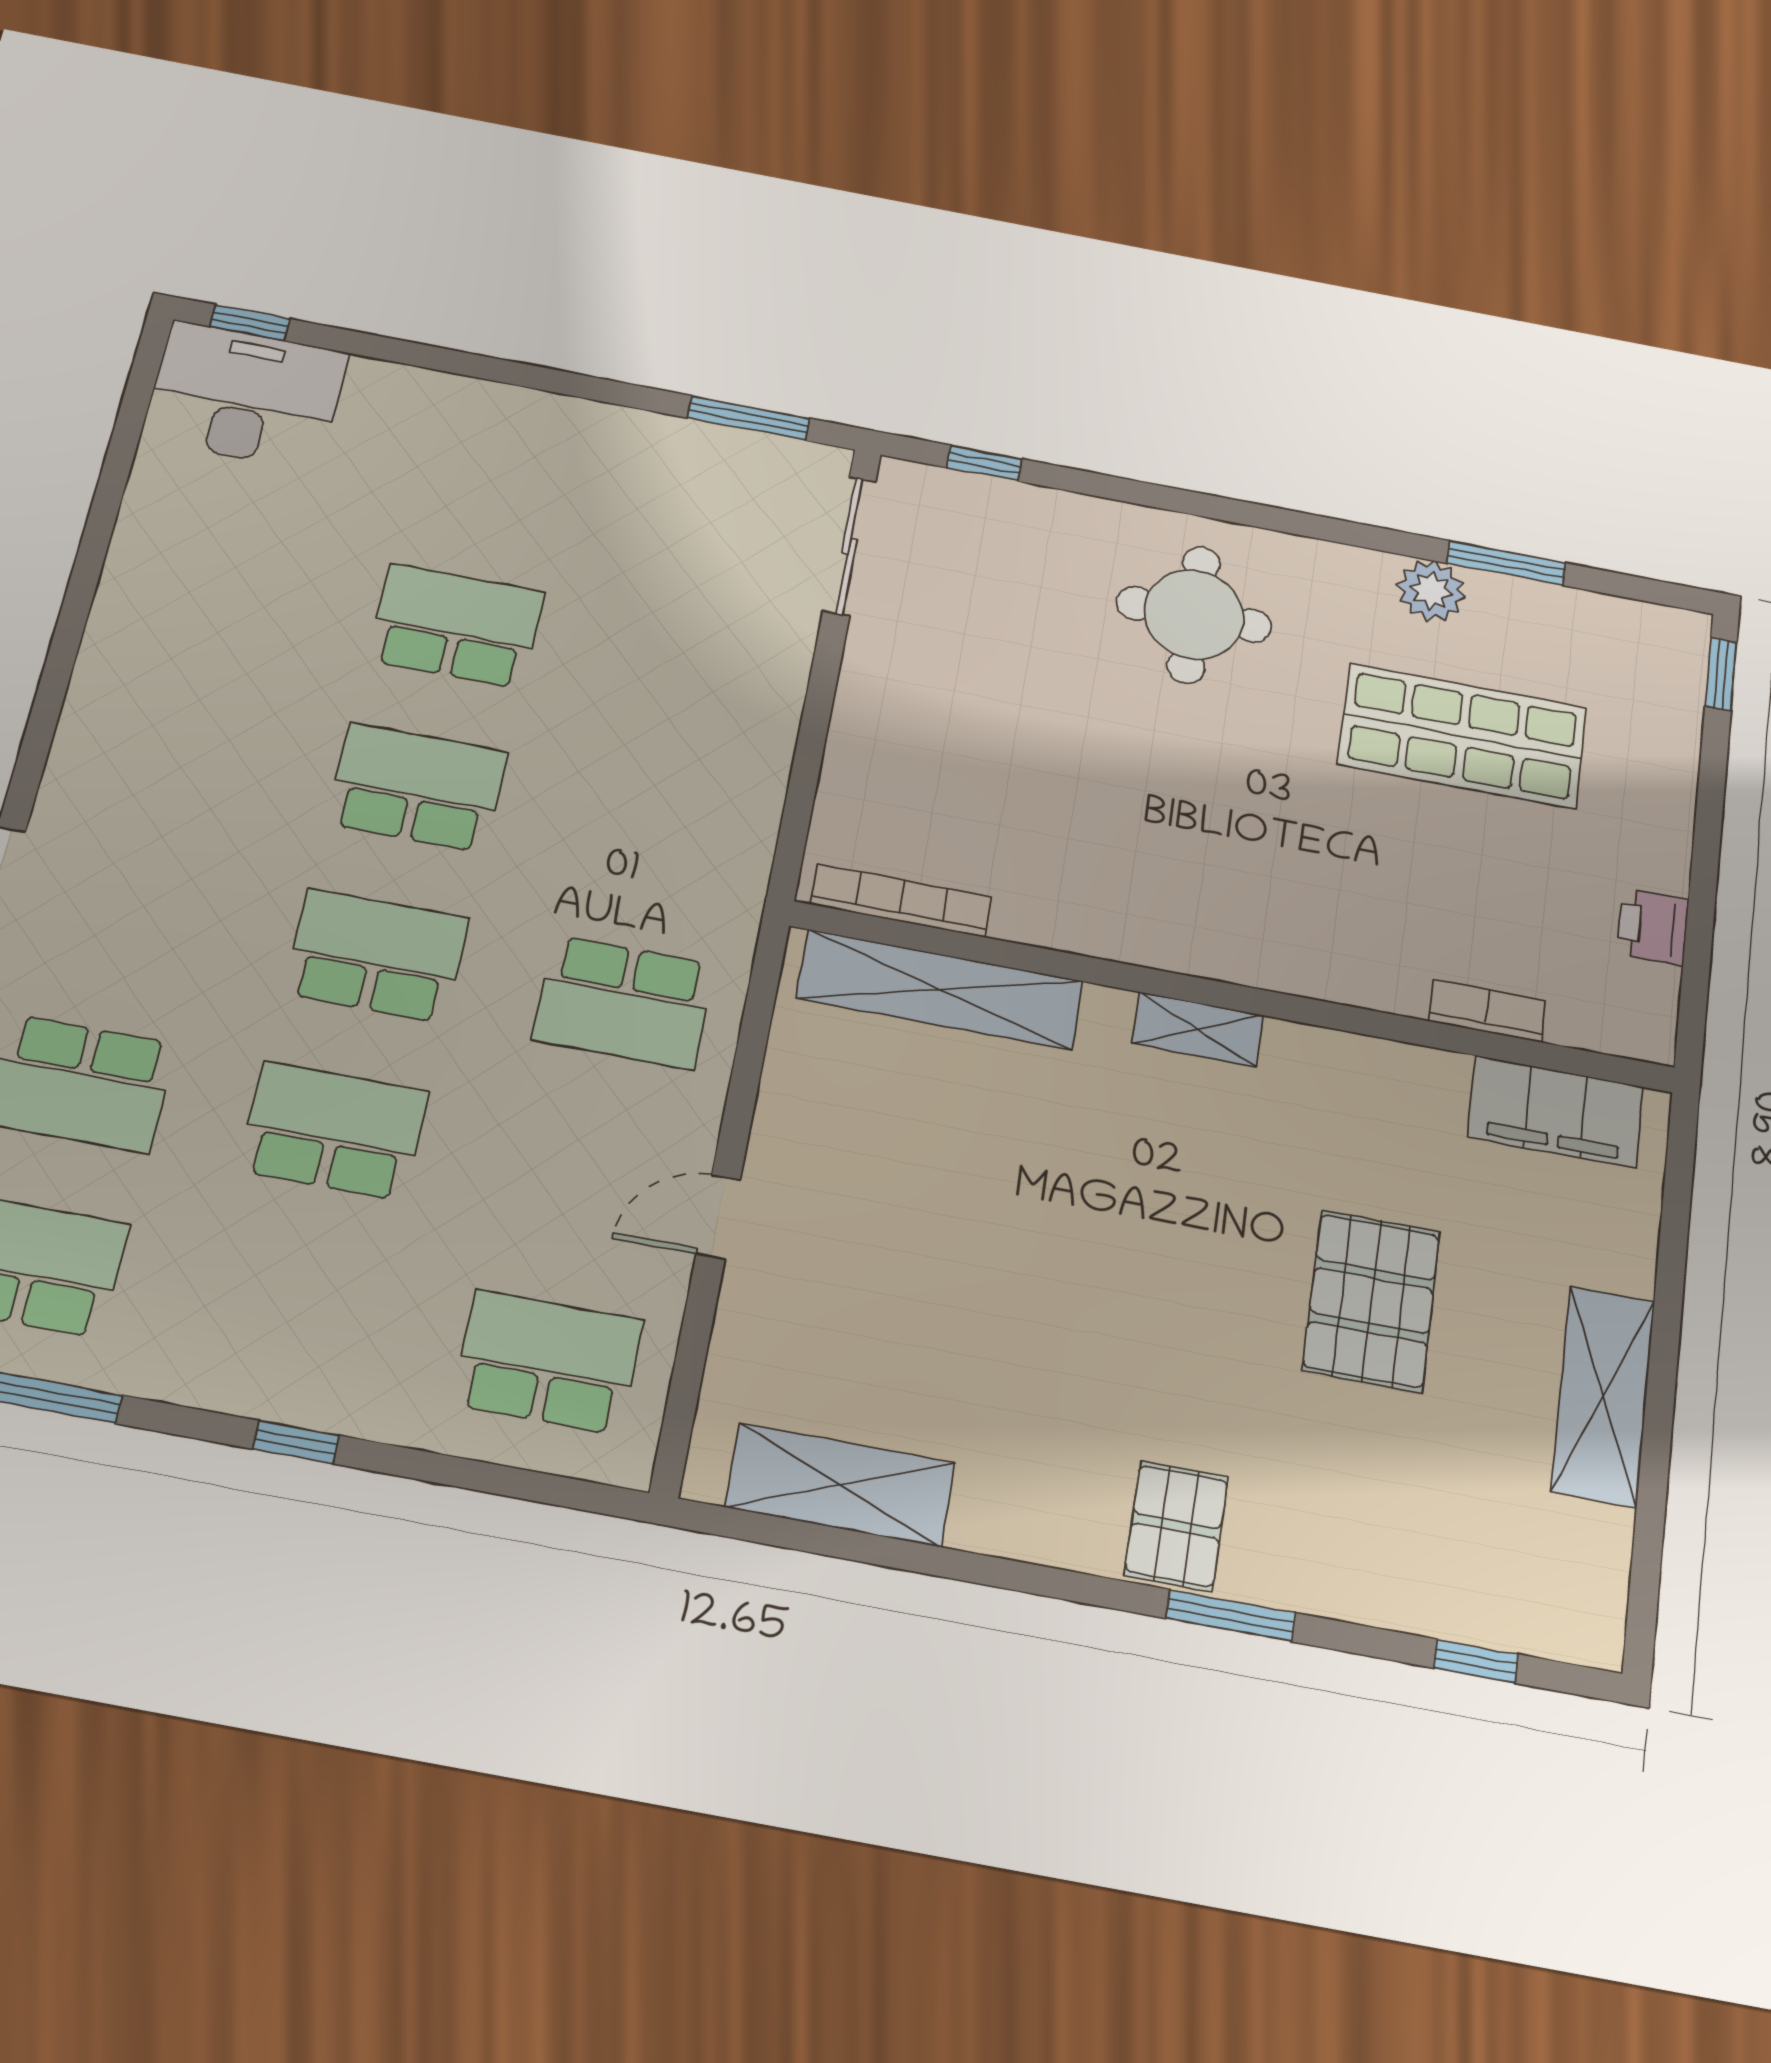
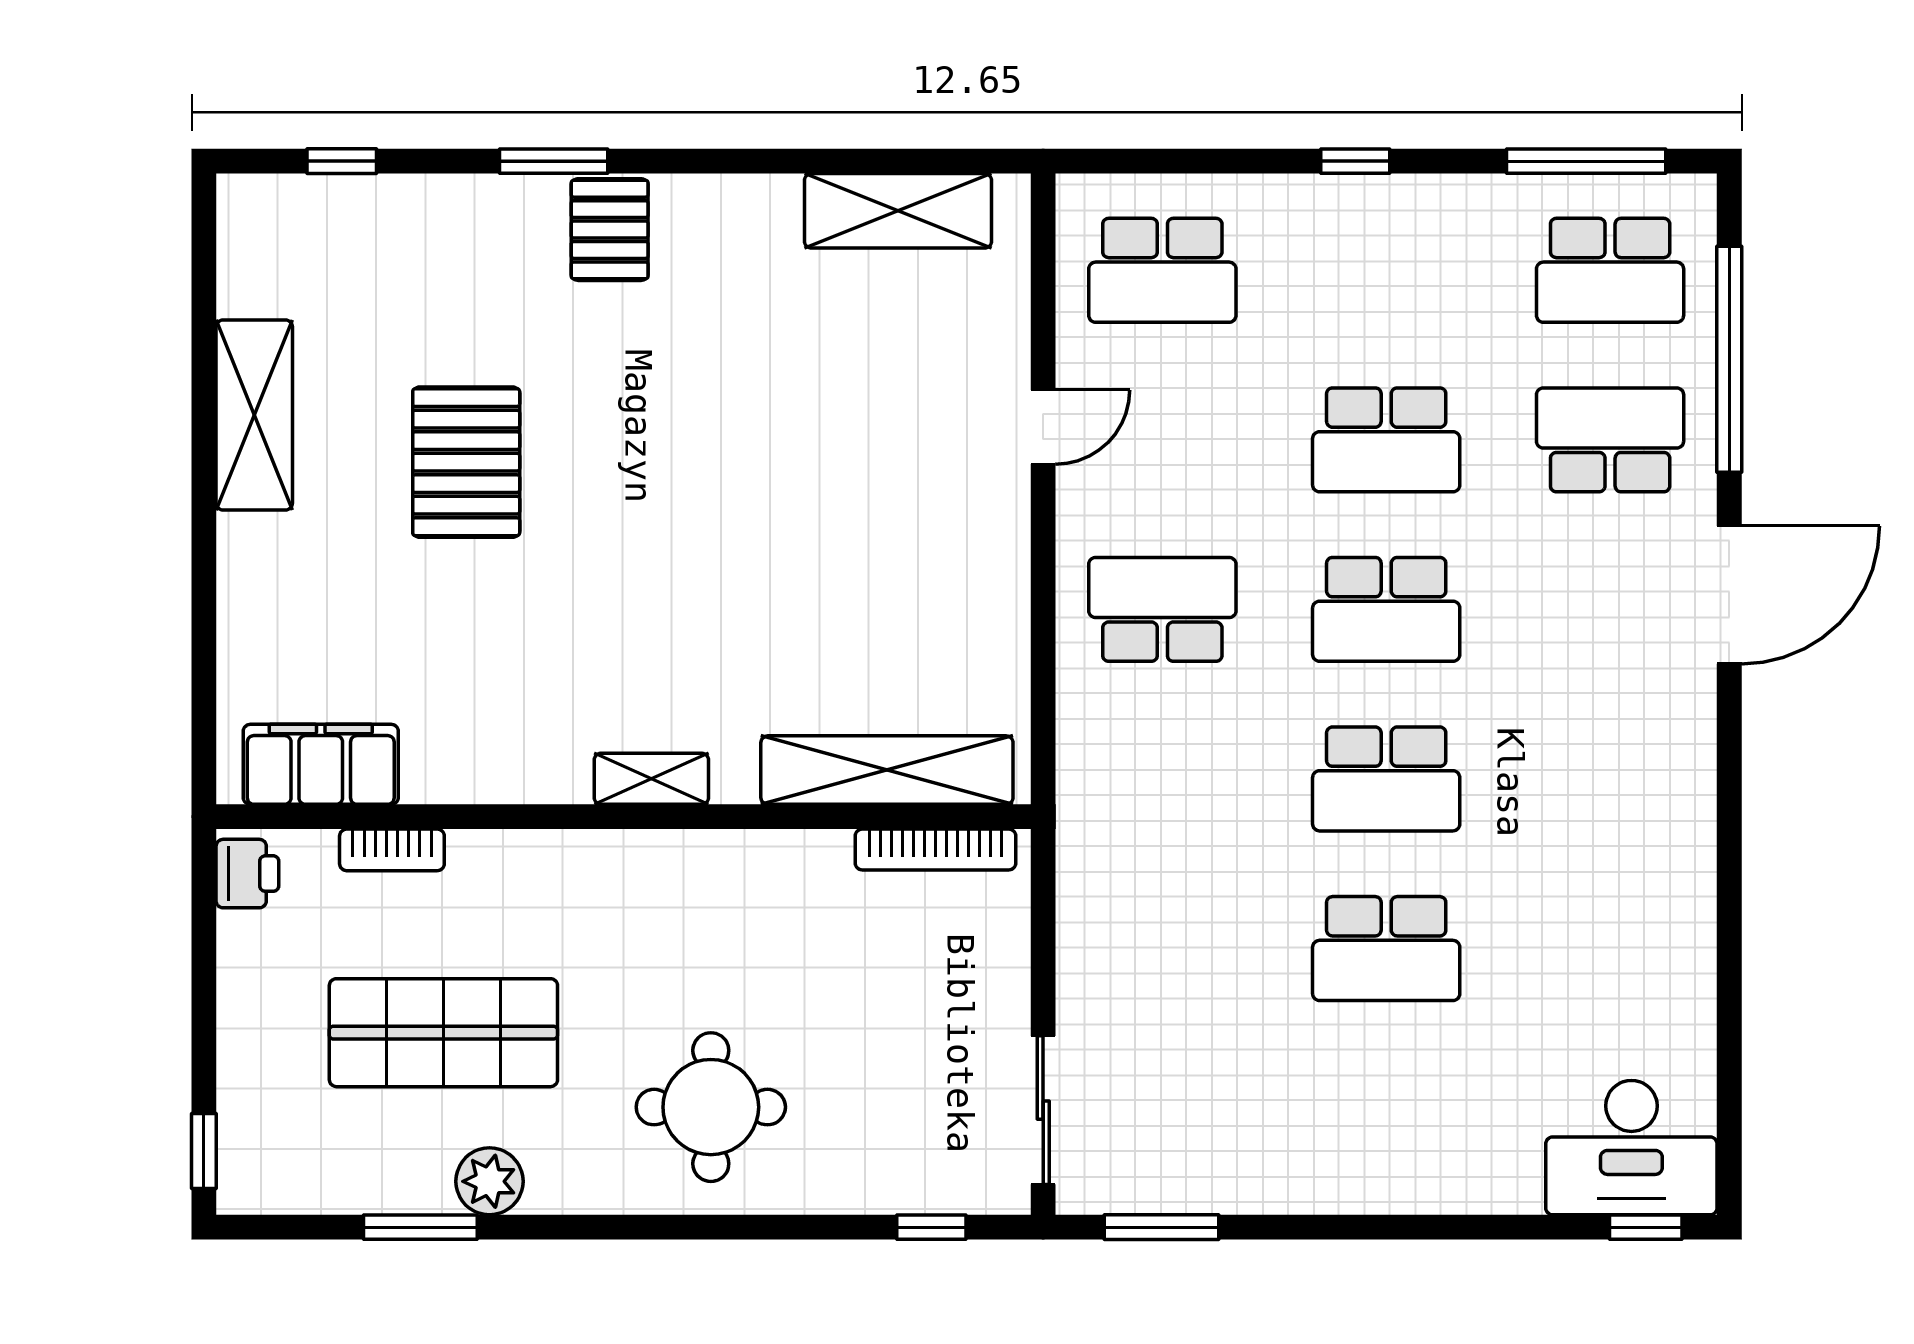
bookcase: (901, 901) -> (936, 850), moved
shelving: (940, 990) -> (887, 770), moved
wall: (1233, 997) -> (624, 817), moved
bookcase: (1487, 1011) -> (392, 850), moved
shelving: (1198, 1029) -> (651, 779), moved
filing cabinet: (1555, 1112) -> (321, 764), moved

